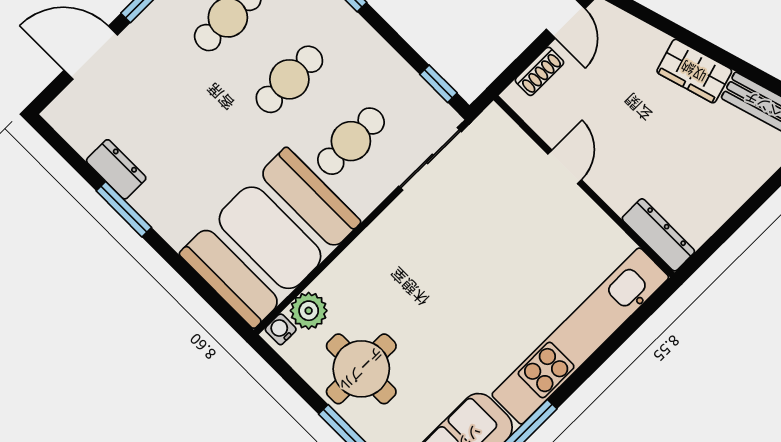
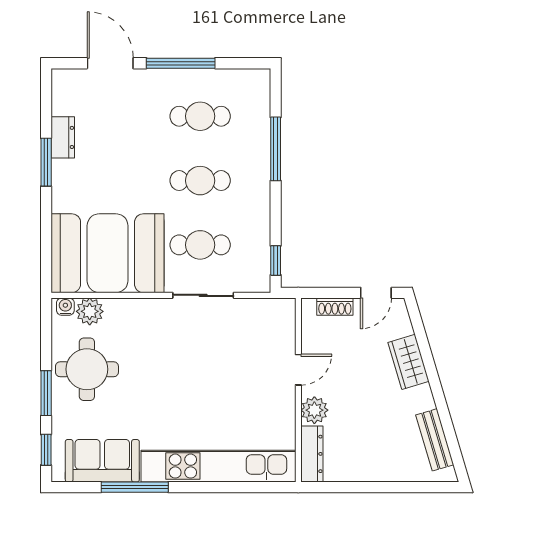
wardrobe: (694, 71) -> (408, 362), moved
sliding door: (430, 159) -> (203, 295), moved
plant: (619, 190) -> (314, 410), added

